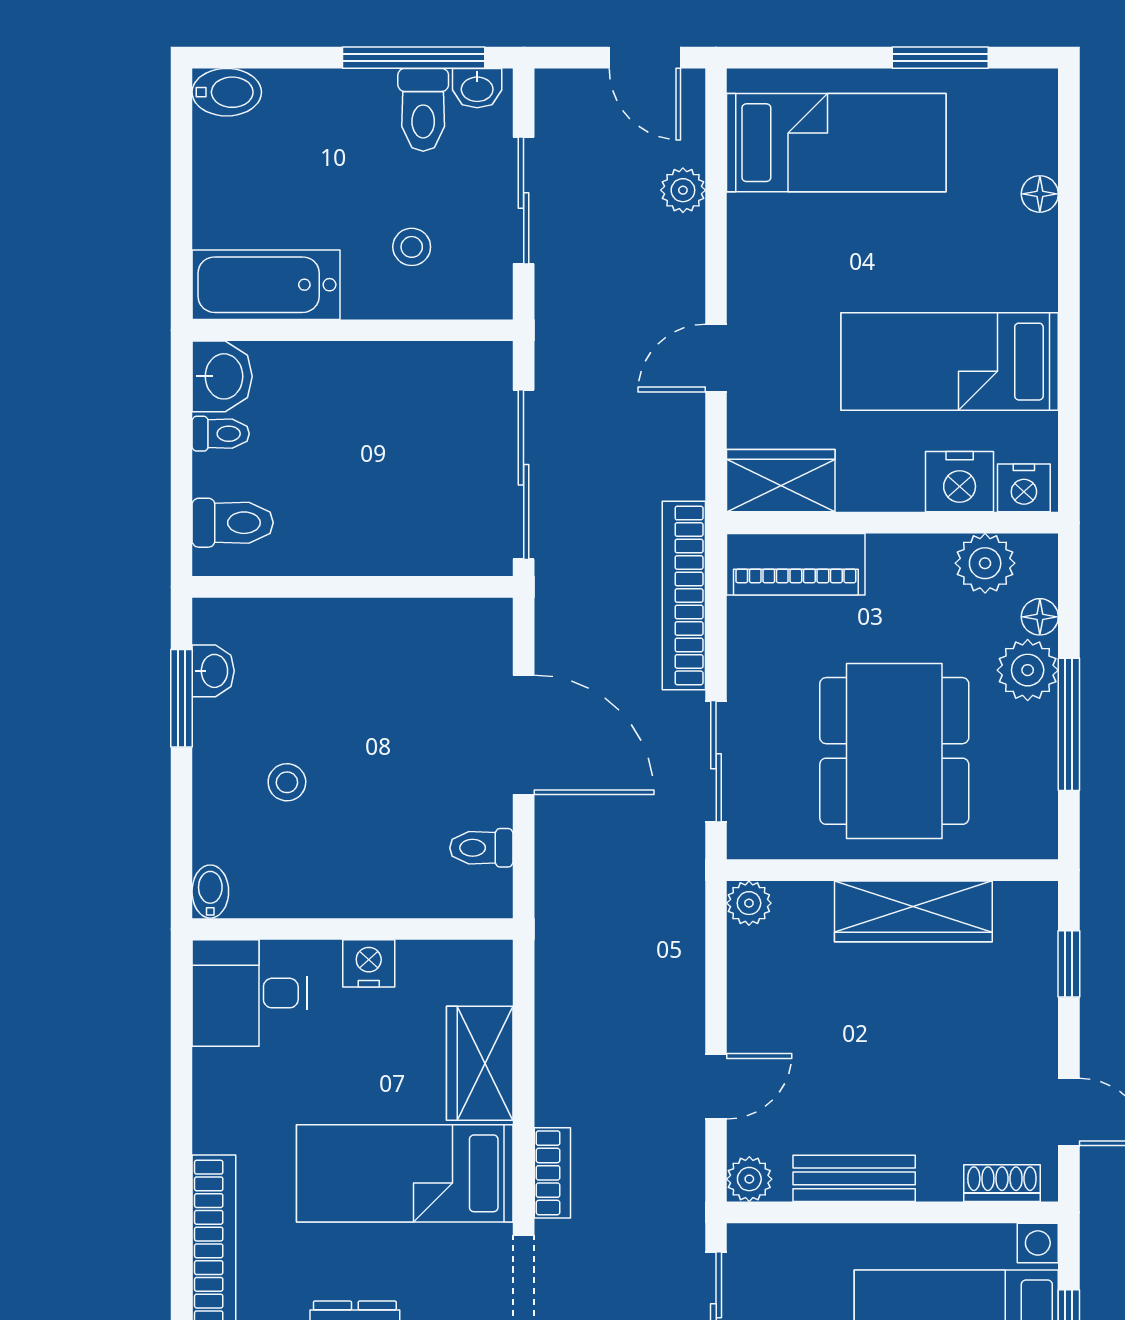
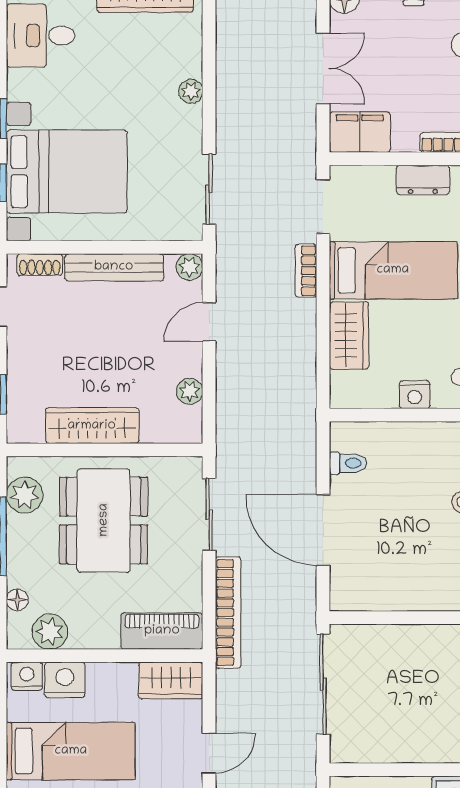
plant: (1028, 670) -> (25, 495), moved
plant: (749, 903) -> (190, 391), moved
bench: (854, 1178) -> (114, 267), width x1.36

